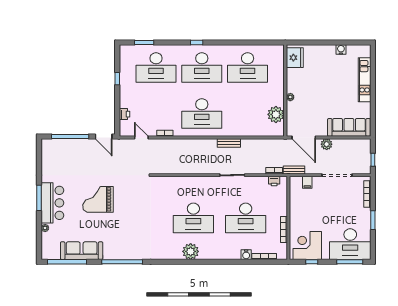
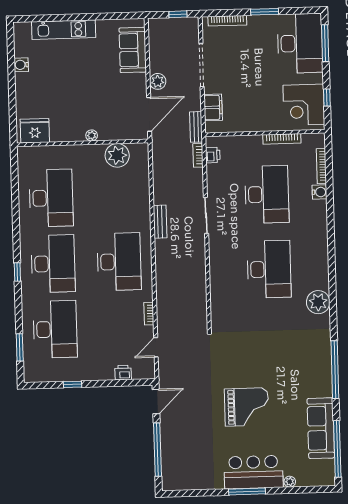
sofa: (349, 127) -> (133, 50), width x0.73
filing cabinet: (307, 182) -> (213, 107), width x2.00
grand piano: (98, 199) -> (247, 407), turned -90
plant: (191, 251) -> (318, 302), moved

